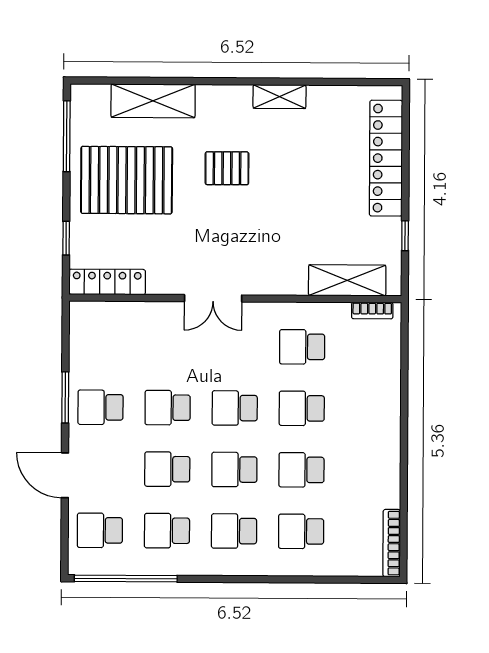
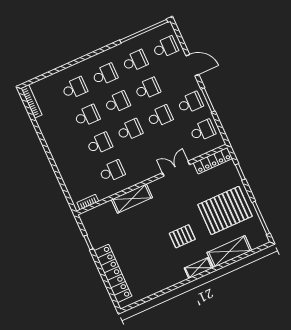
shelving: (279, 97) -> (198, 268), moved
shelving: (347, 280) -> (132, 199), moved
double door: (213, 298) -> (176, 169), moved
school desk: (101, 346) -> (203, 131), added

